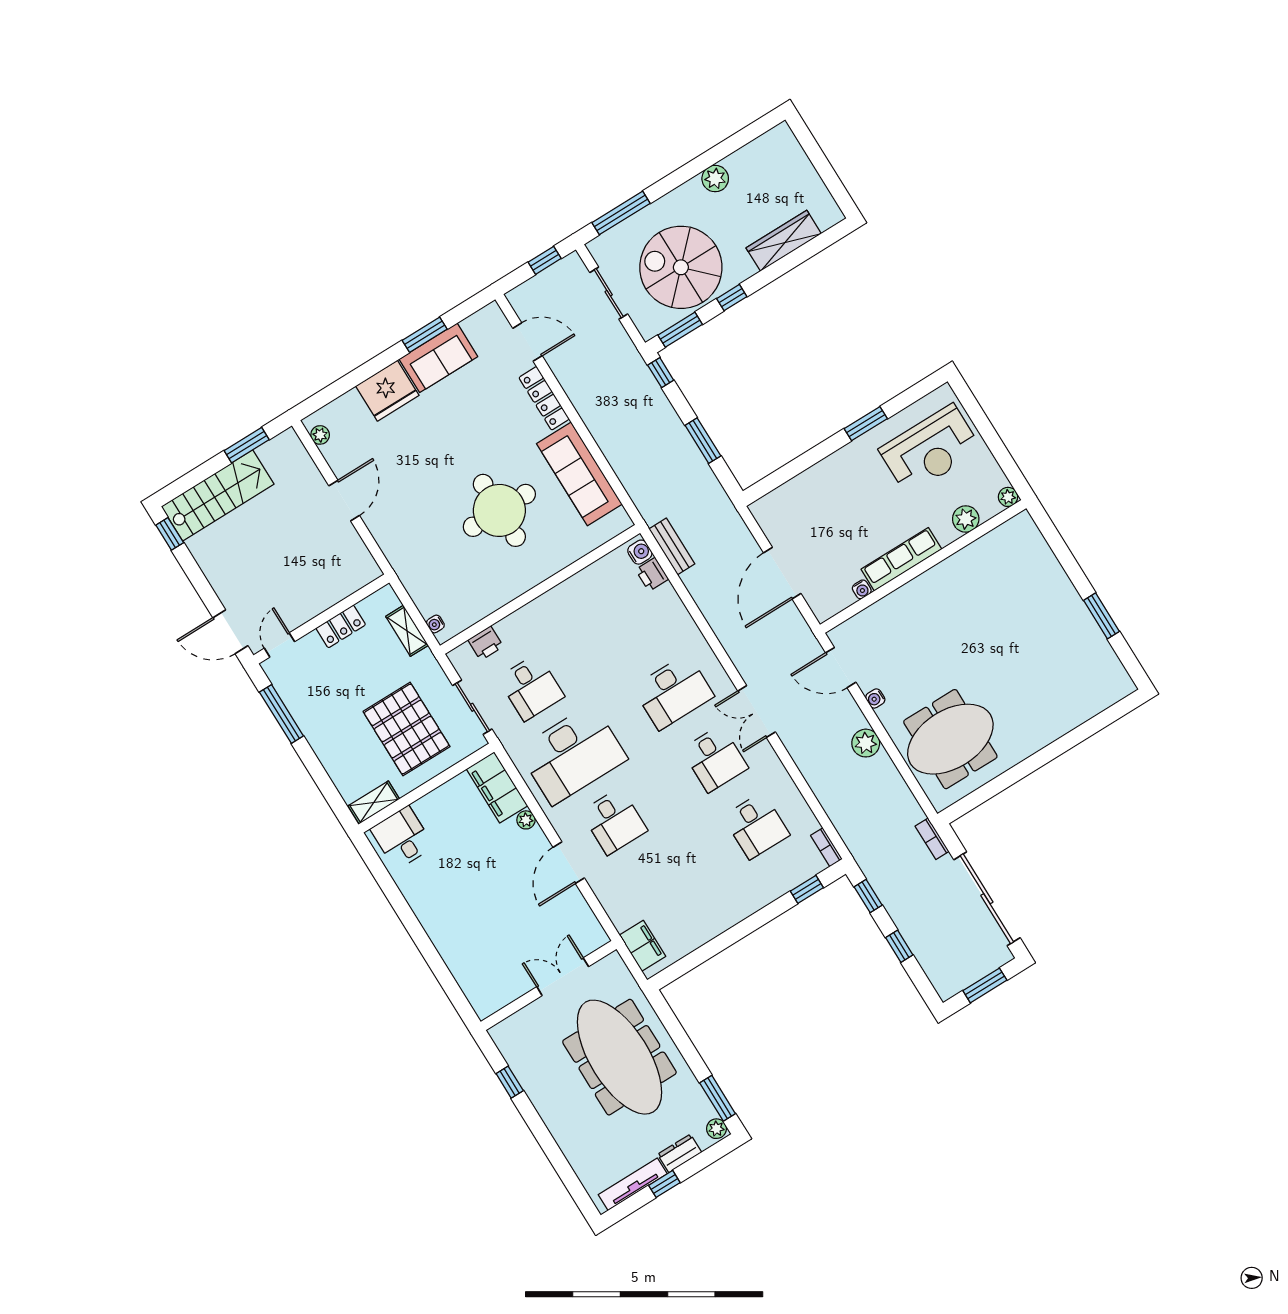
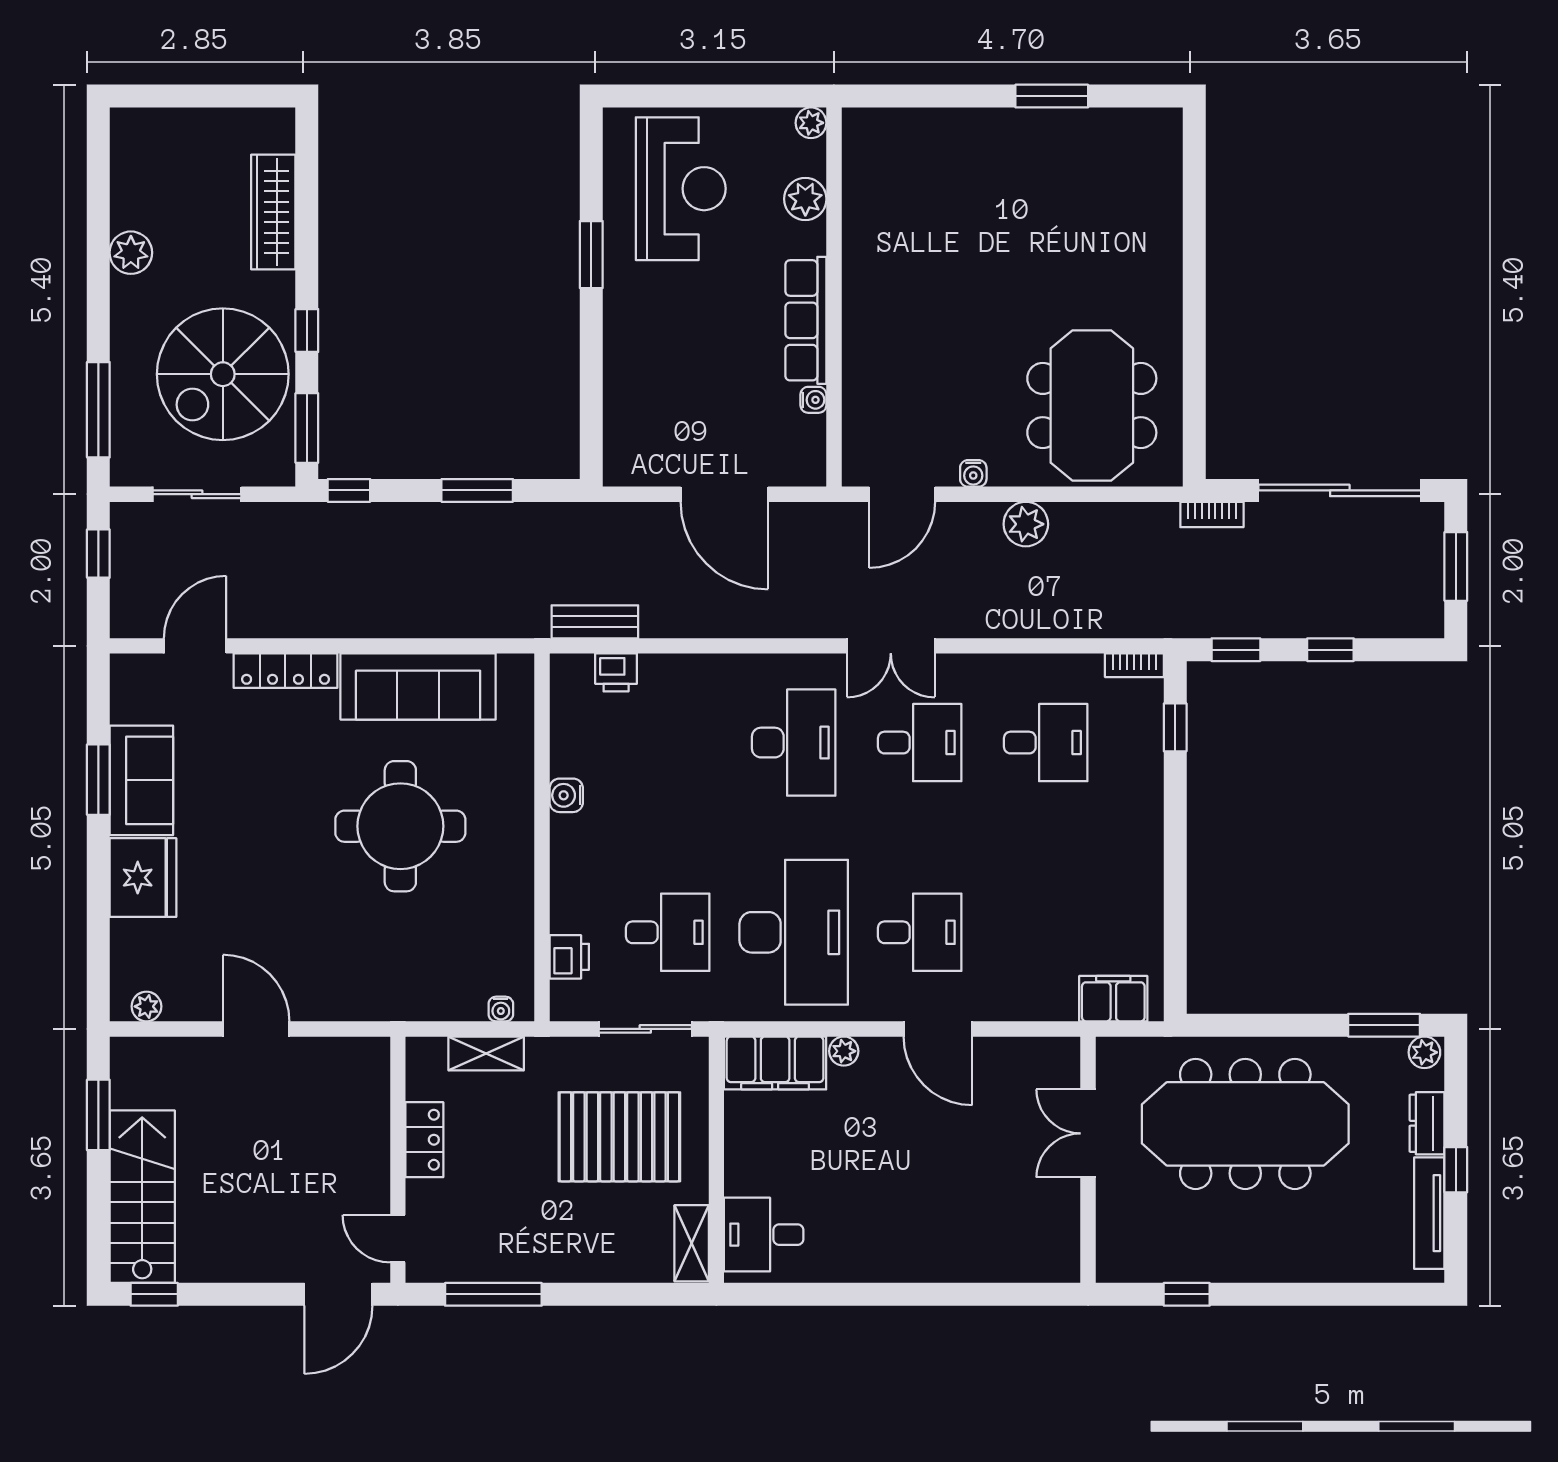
water cooler: (640, 552) -> (566, 795), moved, turned -90

